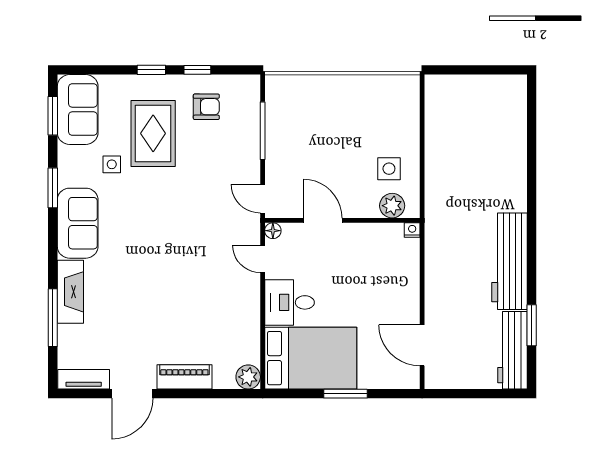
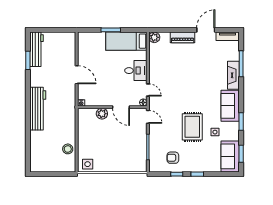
stool: (442, 126) -> (68, 149), added
rug: (153, 133) -> (192, 127), moved
side table: (389, 169) -> (88, 164), moved
plant: (392, 206) -> (102, 114), moved
workbench: (509, 261) -> (38, 109), moved
door: (422, 345) -> (77, 75), moved
bed: (311, 358) -> (126, 41), width x0.67

